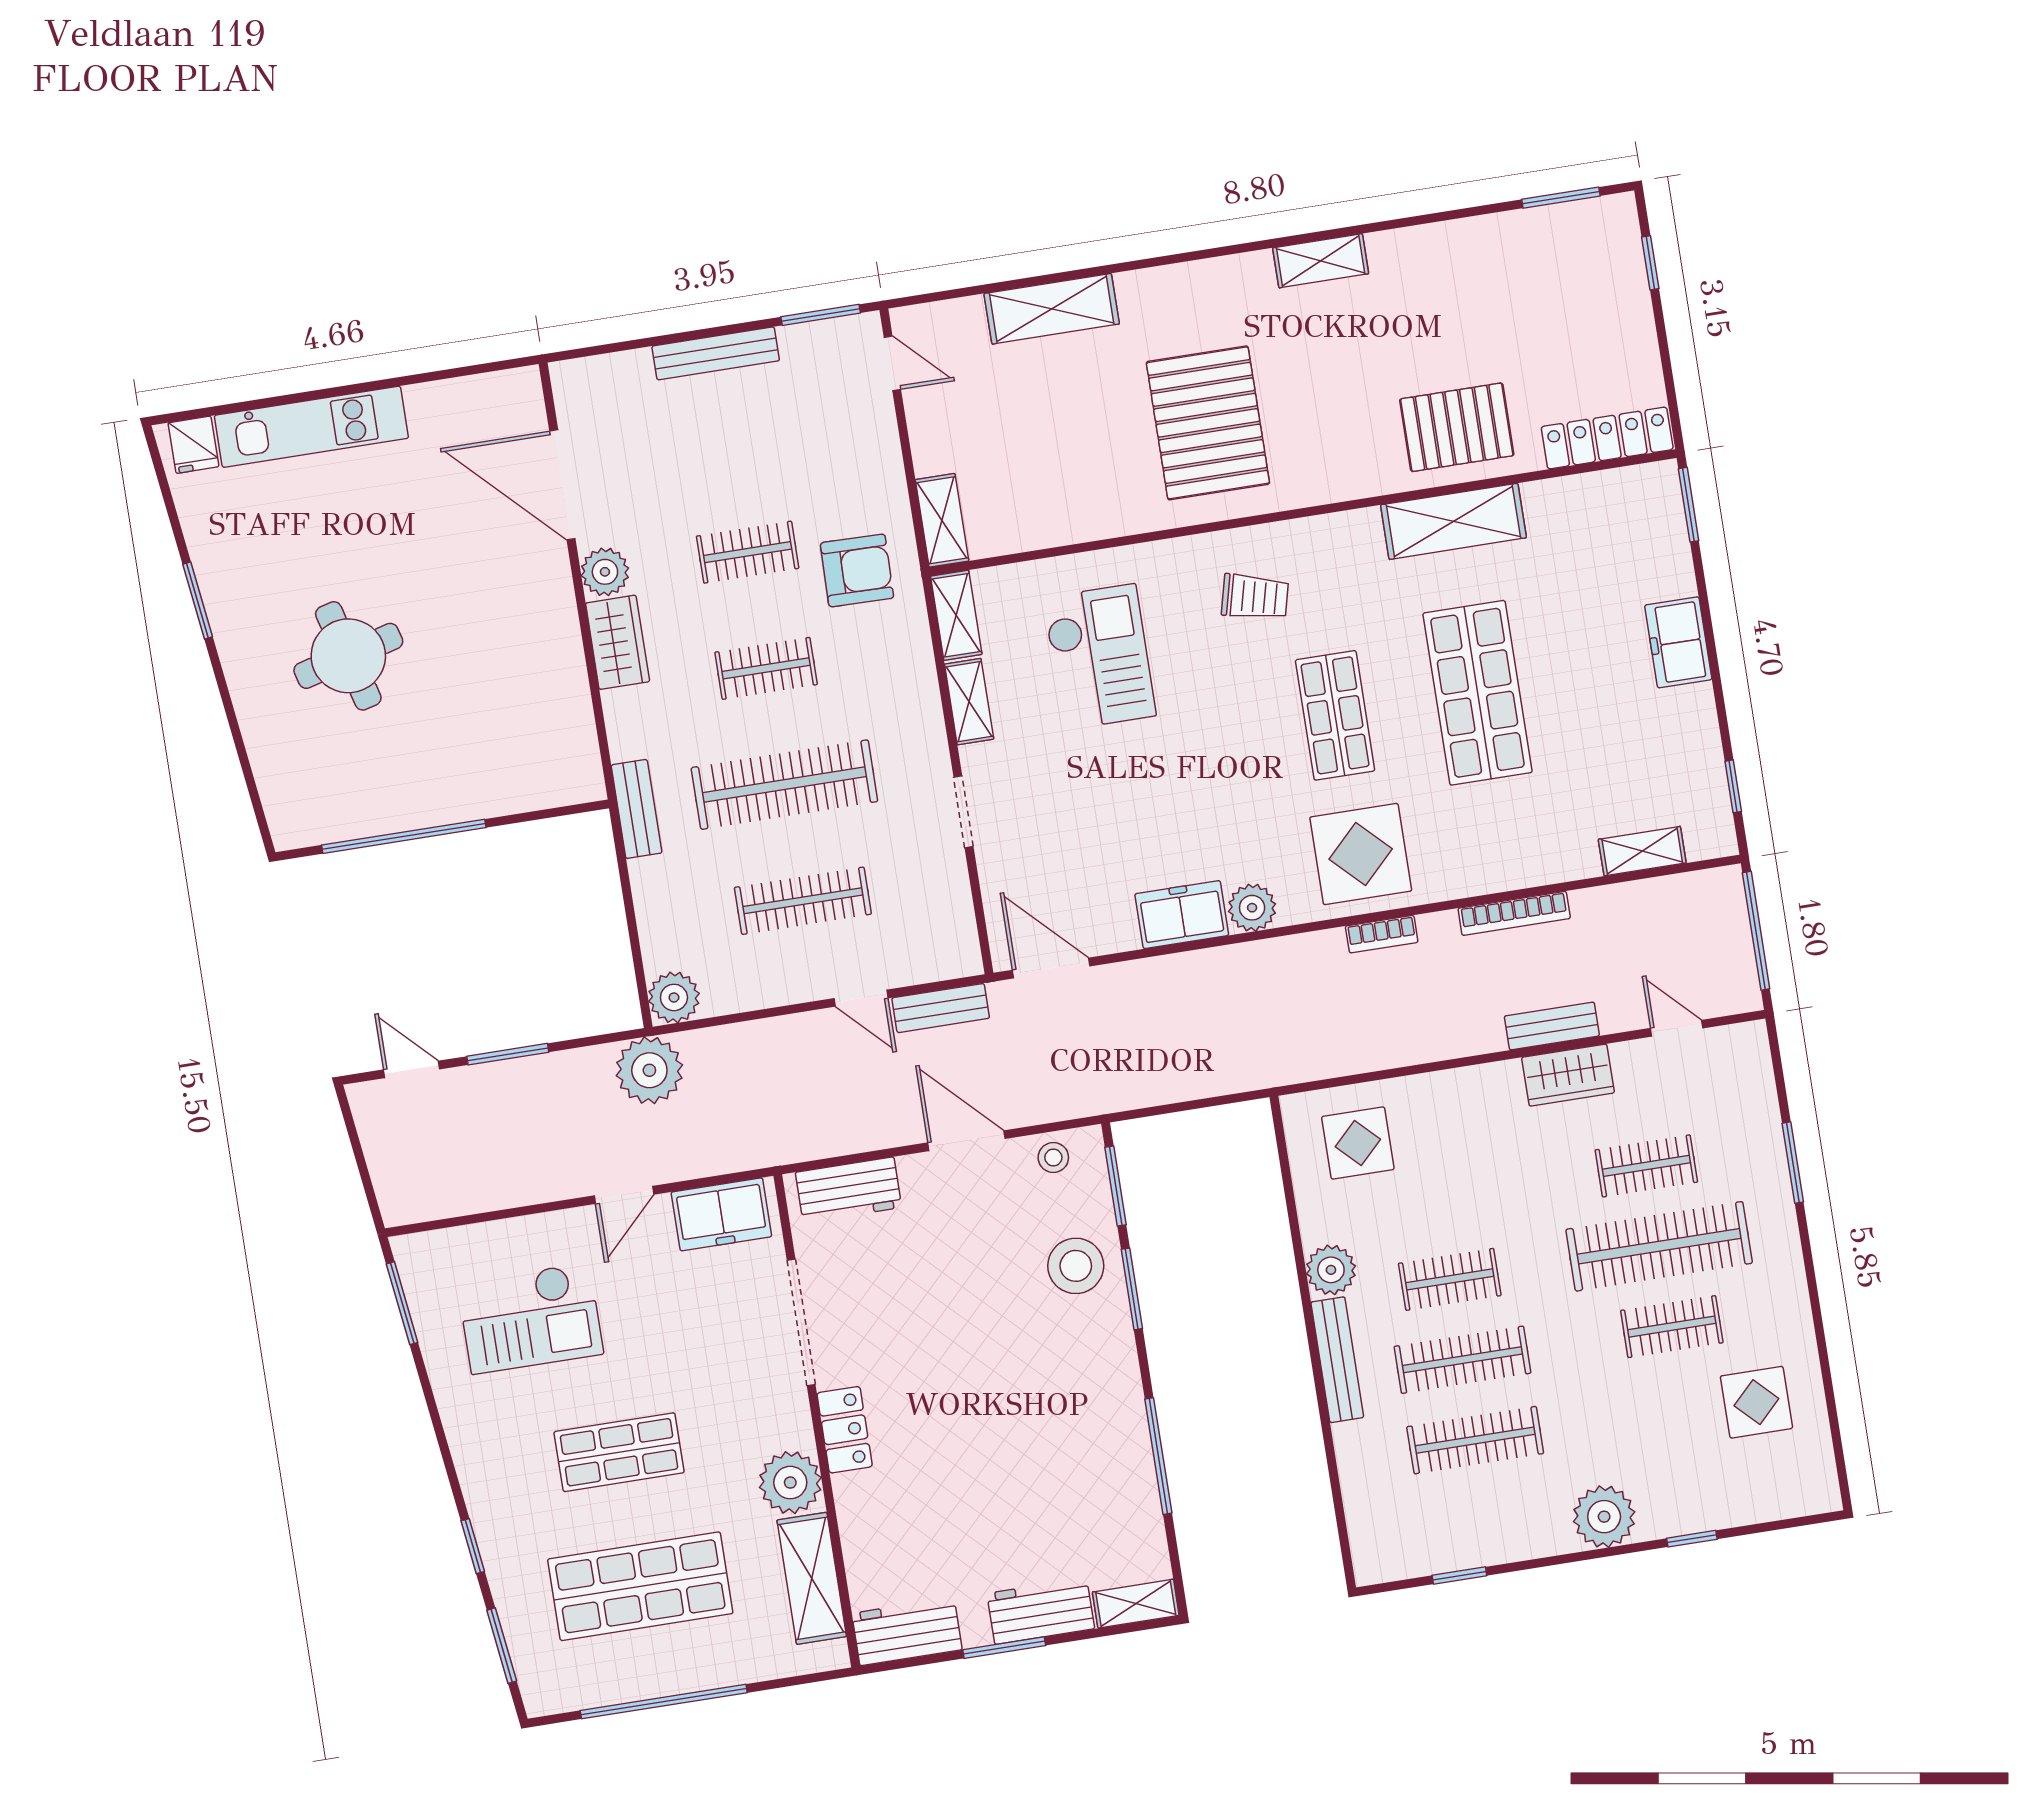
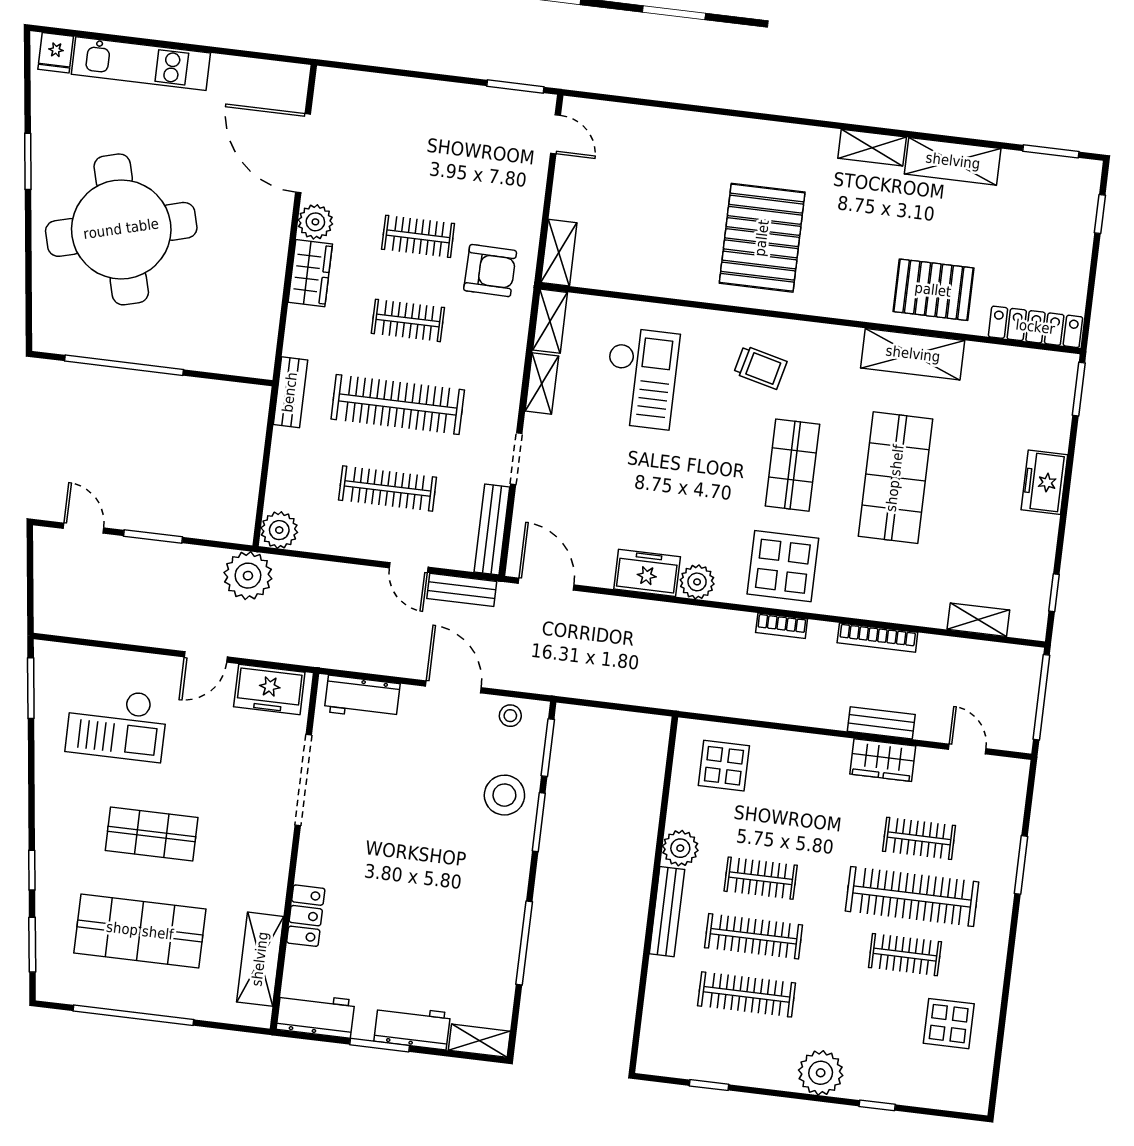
shelving: (1052, 309) -> (953, 161), moved
bench: (716, 353) -> (492, 530), moved, turned 90
round table: (348, 656) -> (121, 229), width x1.86, depth x1.86
locker: (845, 1430) -> (306, 916), moved
plant: (790, 1483) -> (264, 889), removed

